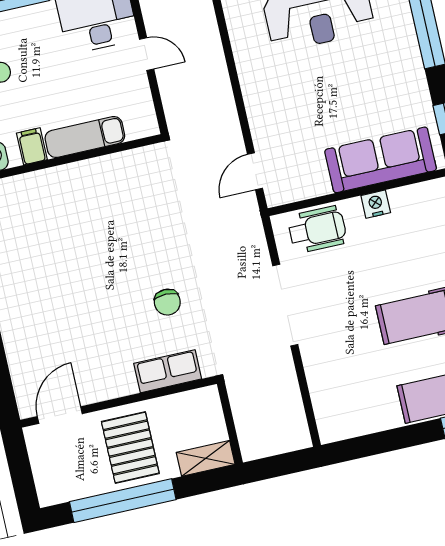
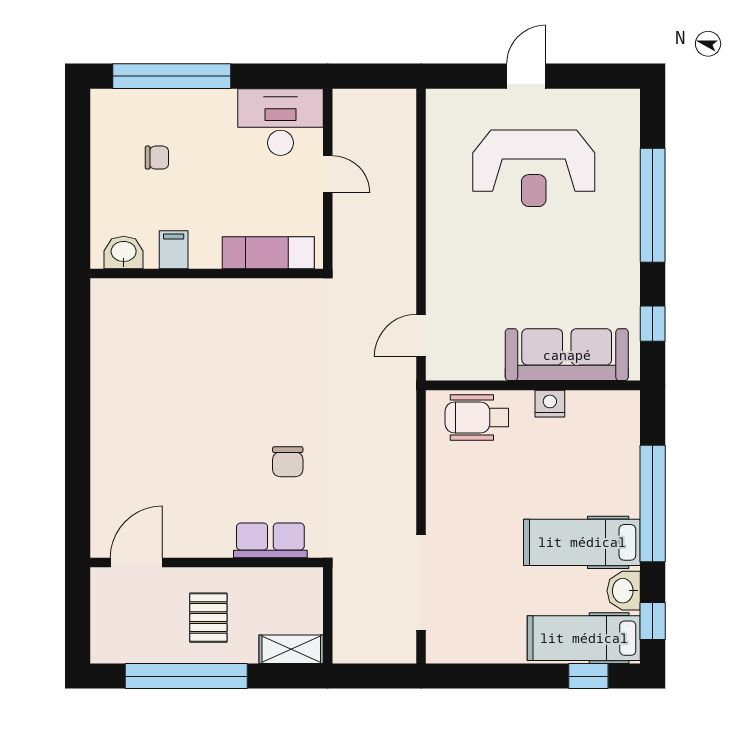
exam couch: (85, 137) -> (268, 253), moved
wheelchair: (317, 229) -> (477, 418), turned 180
doorway: (285, 305) -> (421, 583), moved
pallet: (130, 447) -> (208, 618), width x0.67, depth x0.71

